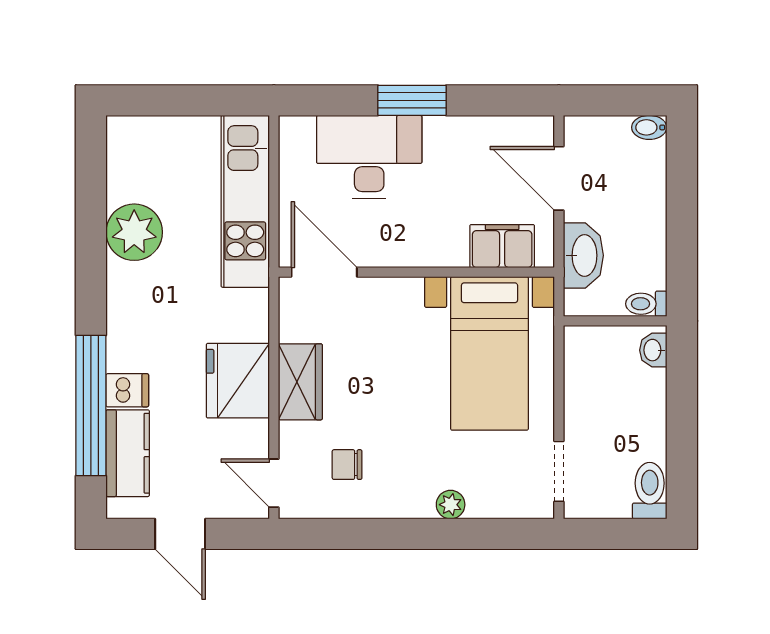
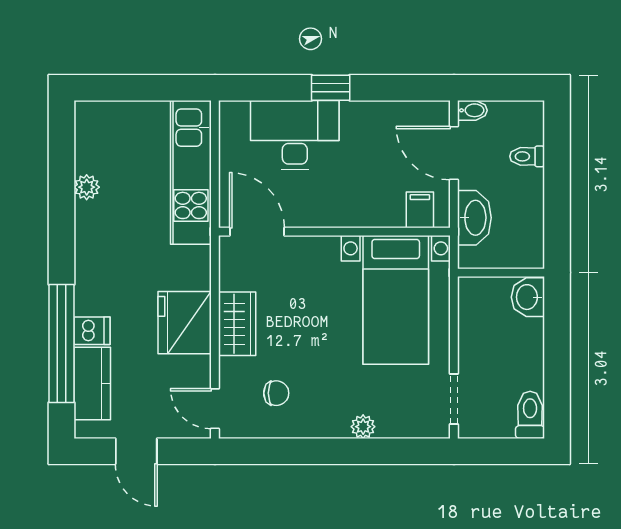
window: (412, 100) -> (331, 88), width x0.67
bidet: (649, 127) -> (472, 110), moved, turned 180
plant: (134, 232) -> (87, 187), width x0.53, depth x0.53
filing cabinet: (502, 246) -> (420, 210), width x0.50
toilet: (646, 304) -> (527, 156), moved
washbasin: (653, 350) -> (528, 297), width x1.38, depth x1.45
chair: (347, 465) -> (276, 393), turned 180

